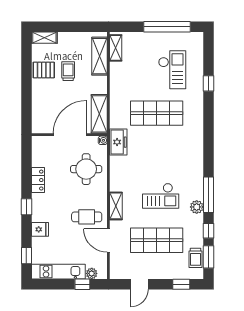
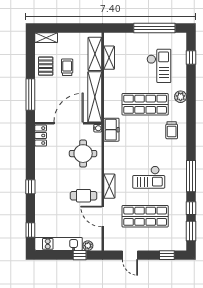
shelving: (116, 48) -> (109, 58), moved
pallet: (44, 70) -> (46, 66), turned 90
window: (209, 83) -> (191, 58), moved
window: (26, 102) -> (30, 95), added
shelving: (99, 114) -> (95, 97), width x1.47
locker: (38, 180) -> (41, 136), moved
plant: (197, 207) -> (181, 97), moved
fridge: (40, 229) -> (42, 207), removed
trolley: (195, 258) -> (172, 130), moved
door: (139, 284) -> (130, 255), hinge flipped

